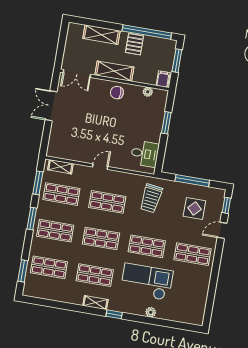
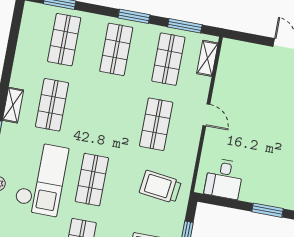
shop shelf: (101, 239) -> (104, 114), removed

